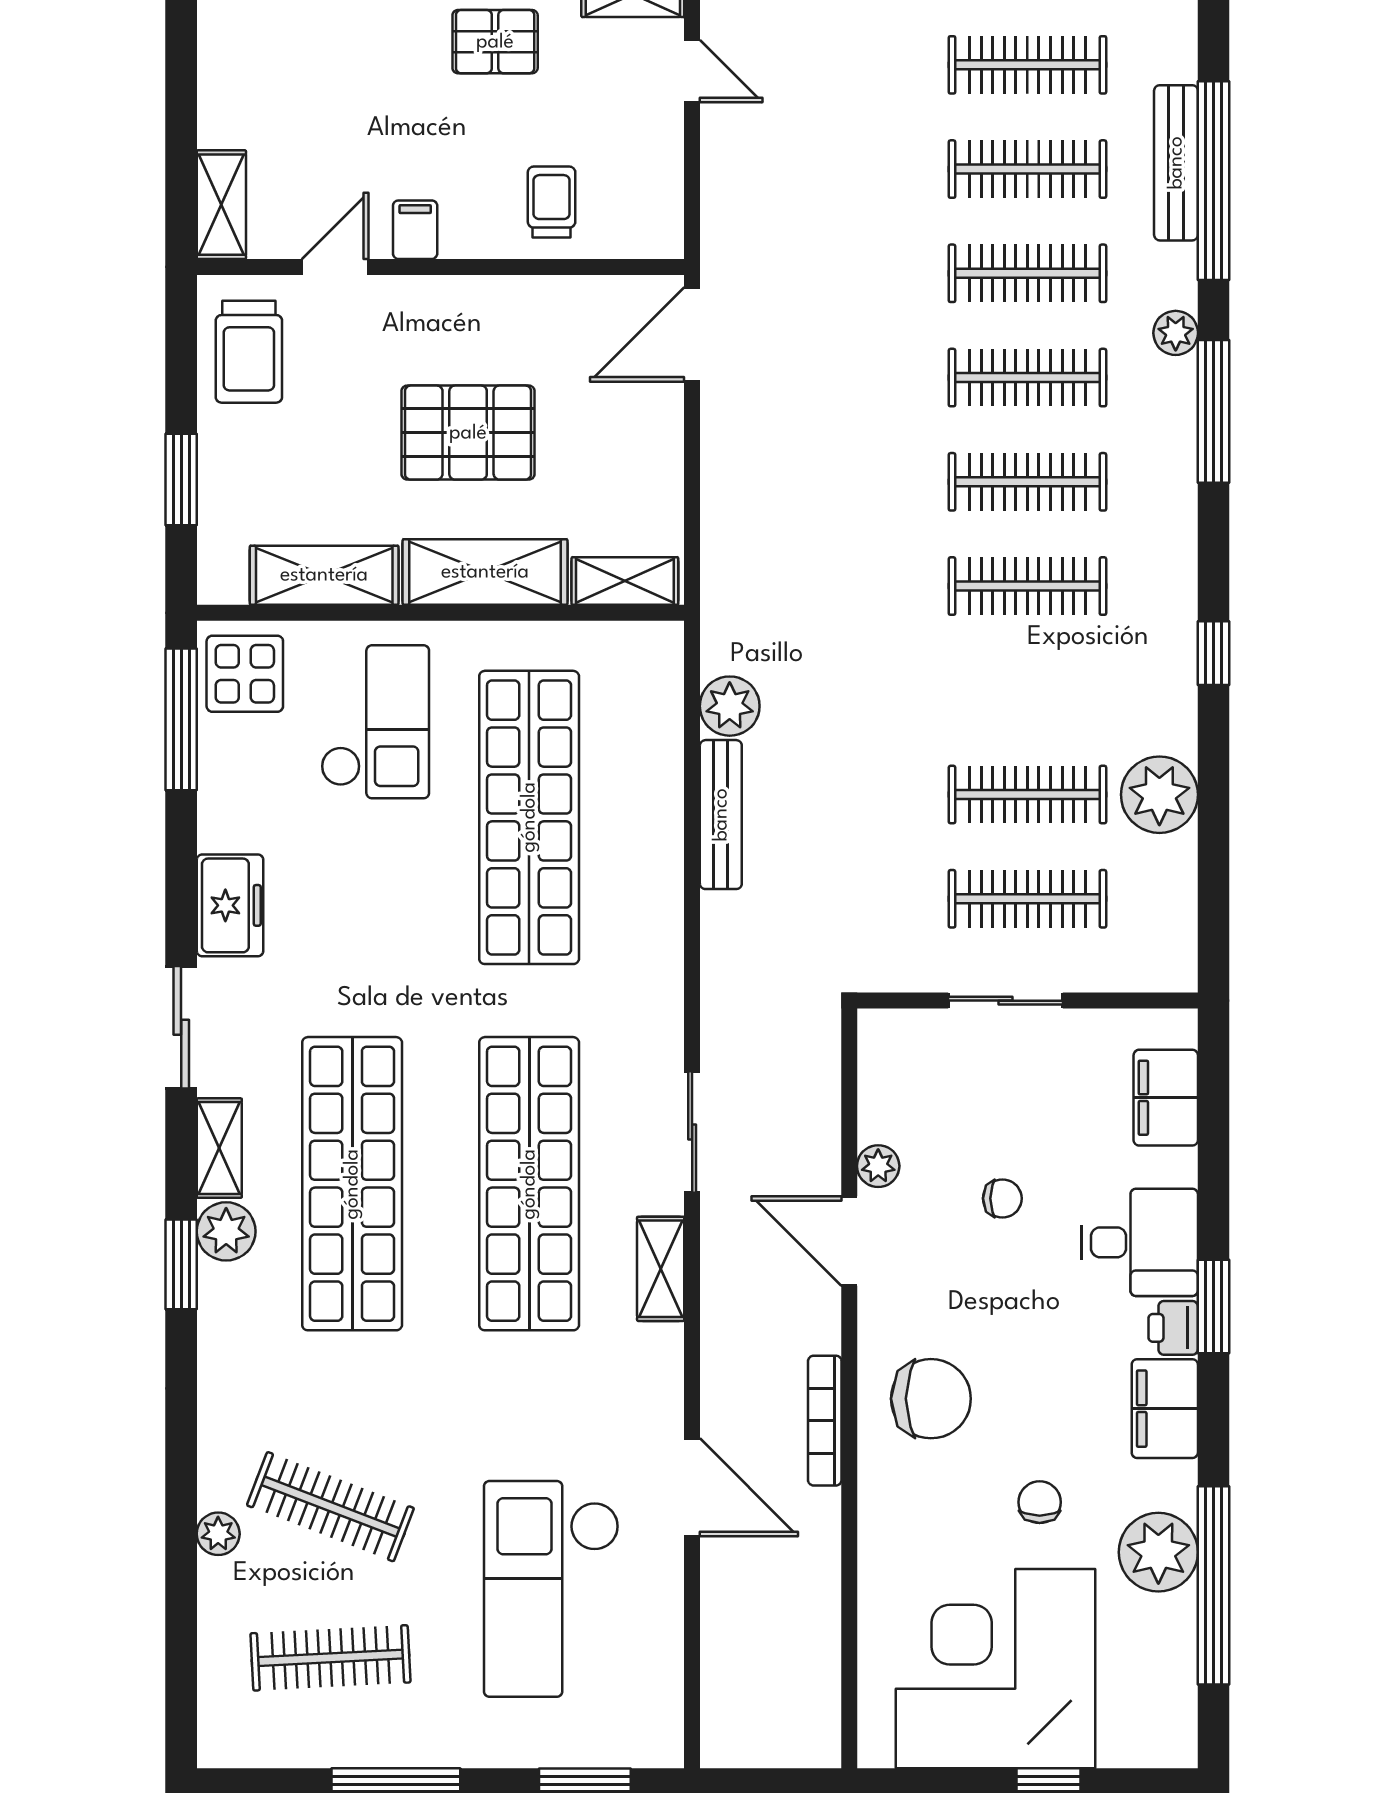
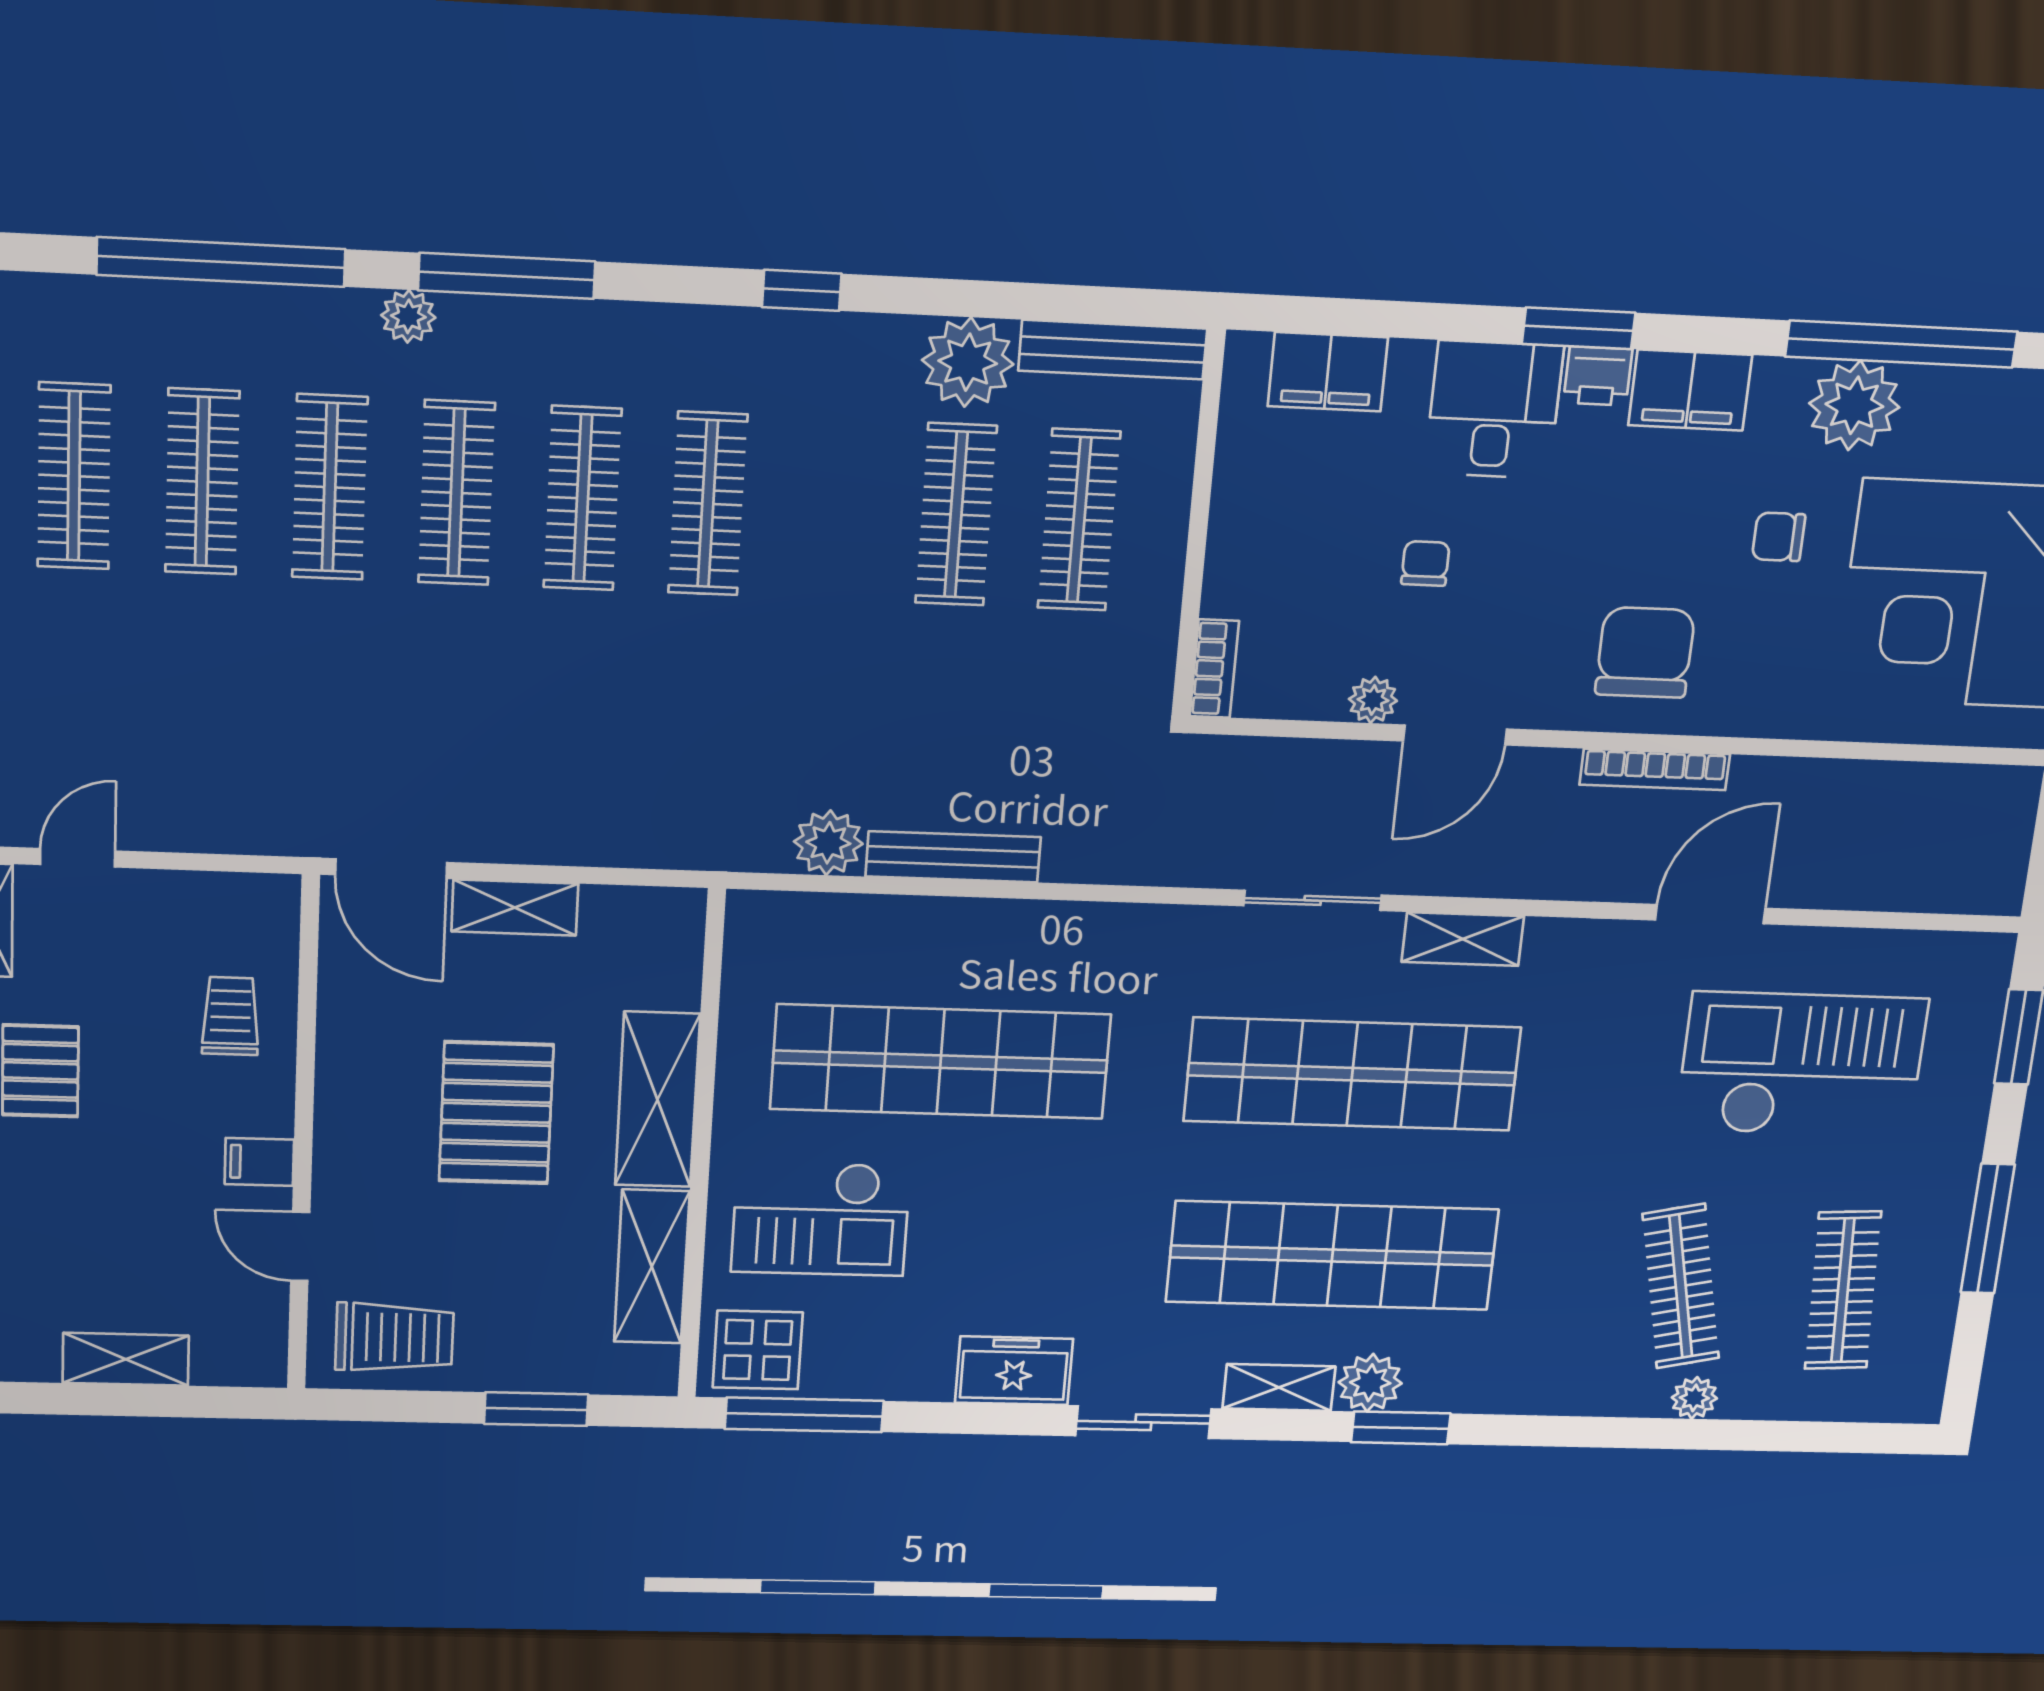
bench: (1176, 163) -> (1113, 350), moved
trolley: (552, 202) -> (231, 1016), turned 90
shelving: (221, 205) -> (126, 1359), moved
shelving: (625, 581) -> (515, 908), moved, turned 90
checkout: (375, 722) -> (821, 1219), turned 180
sliding door: (1006, 1001) -> (1196, 550), removed
bookcase: (901, 1026) -> (1214, 669), added
clothes rail: (330, 1507) -> (1681, 1286), turned -33
checkout: (551, 1589) -> (1801, 1065), turned 180

